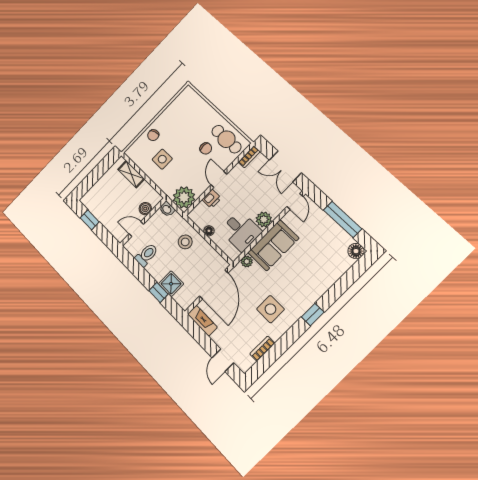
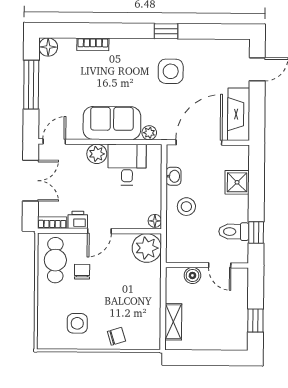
side table: (162, 159) -> (77, 323), moved
printer: (212, 199) -> (78, 220), moved
washbasin: (167, 209) -> (173, 176), moved
floor lamp: (209, 231) -> (155, 221), moved
window: (159, 292) -> (256, 232), moved
window: (313, 315) -> (166, 31), moved
fireplace: (202, 321) -> (239, 114), width x1.37, depth x1.32
bookcase: (262, 349) -> (93, 44), moved

